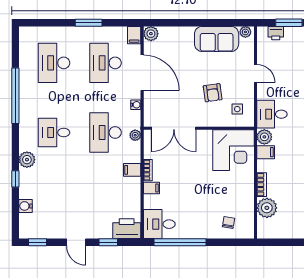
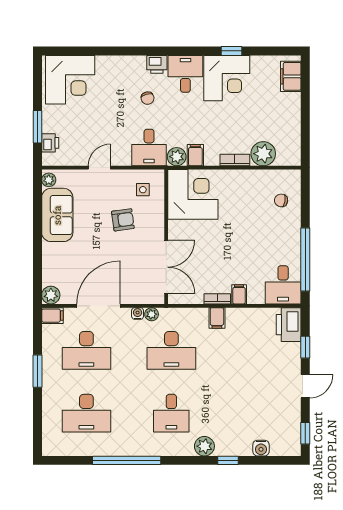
plant: (135, 135) -> (152, 314), moved

